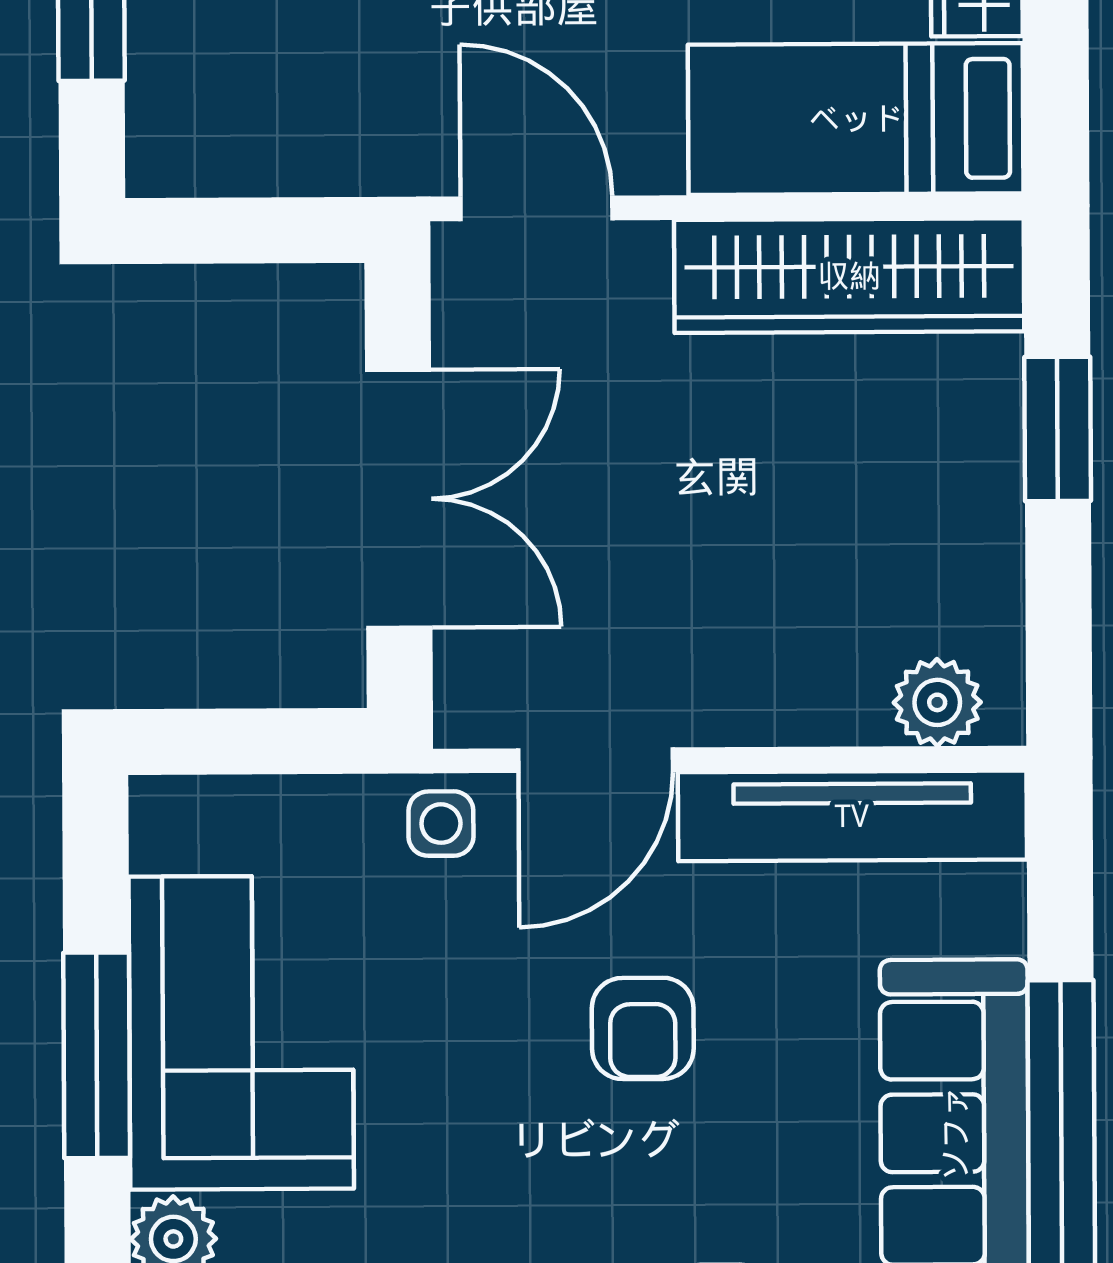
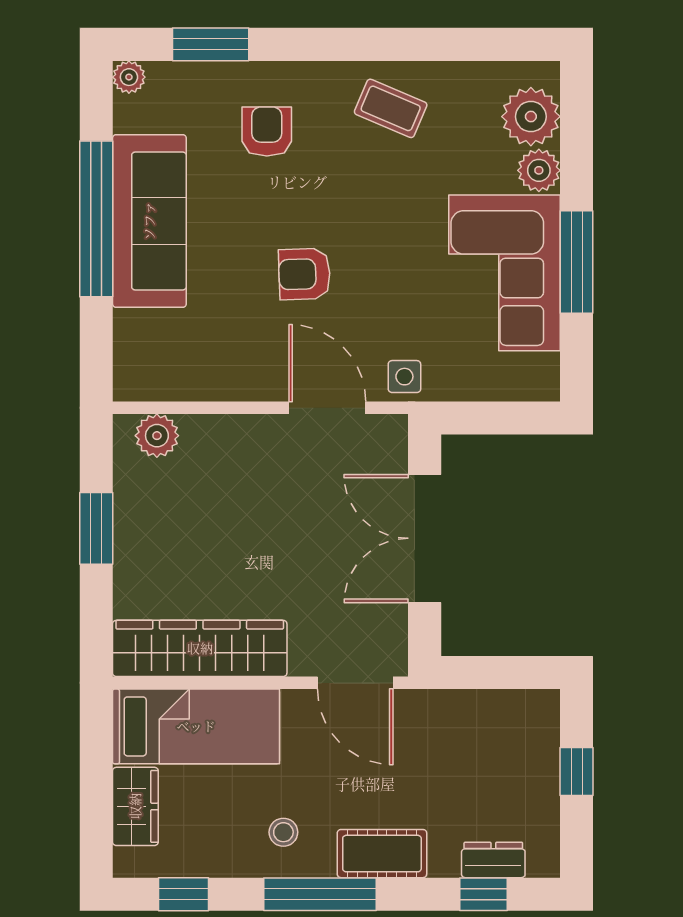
window: (1058, 429) -> (96, 528), moved
door: (596, 760) -> (327, 408), hinge flipped
tv unit: (852, 816) -> (199, 379), removed
armchair: (643, 1028) -> (304, 274), turned -92

